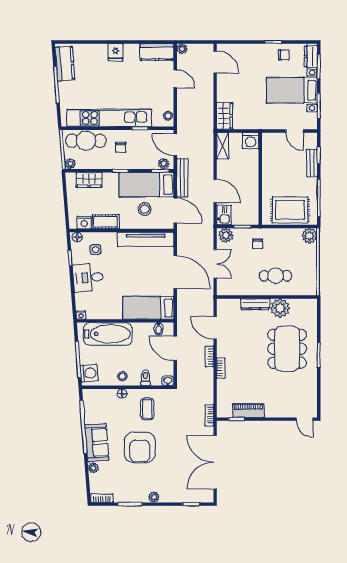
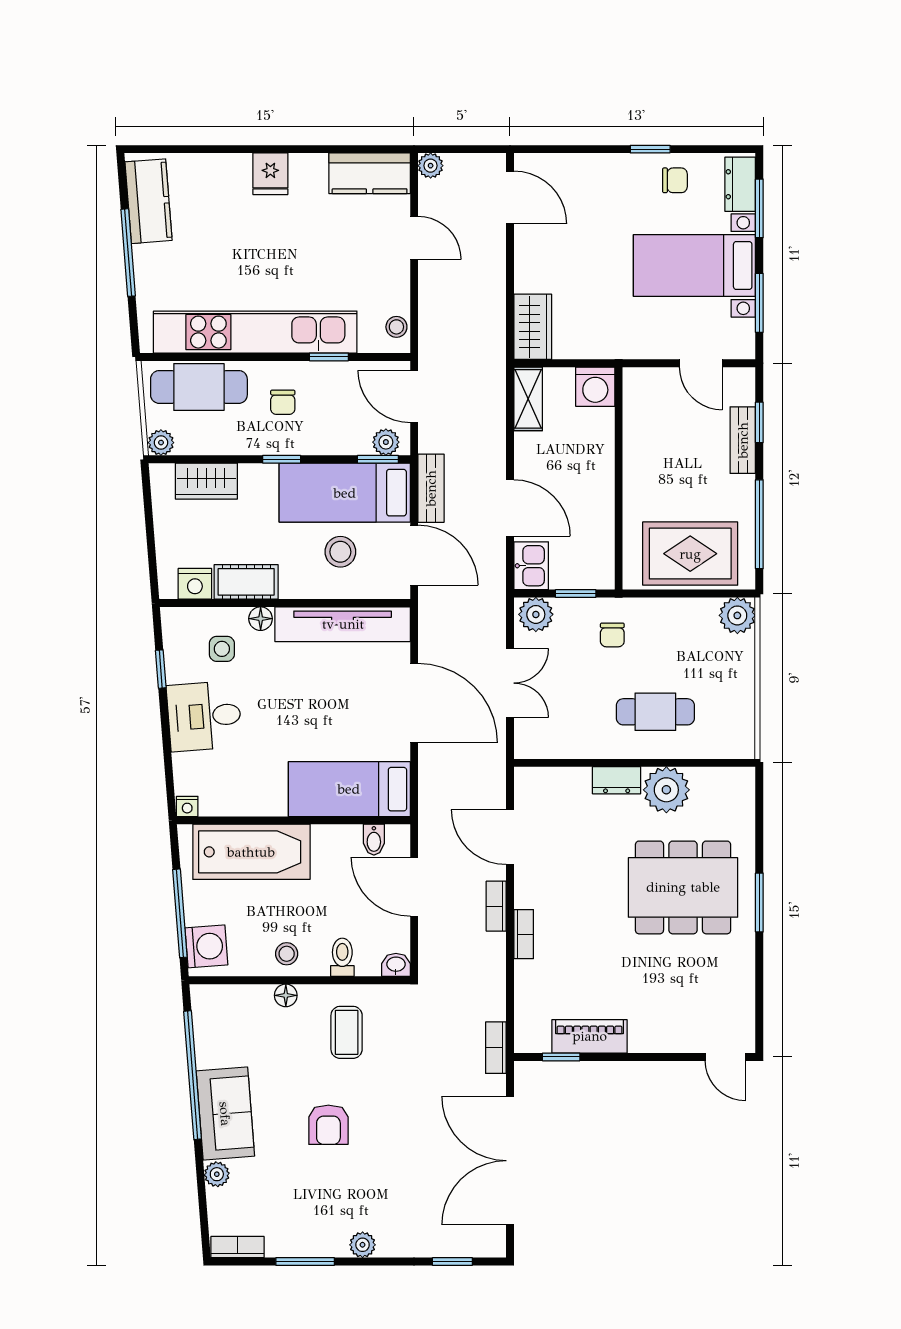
bench: (182, 178) -> (431, 488), width x0.73
floor lamp: (77, 237) -> (261, 619), moved
dresser: (255, 304) -> (617, 780), width x0.70
dining table: (287, 349) -> (683, 887), turned 90
armchair: (140, 447) -> (328, 1125), width x0.53, depth x0.53

